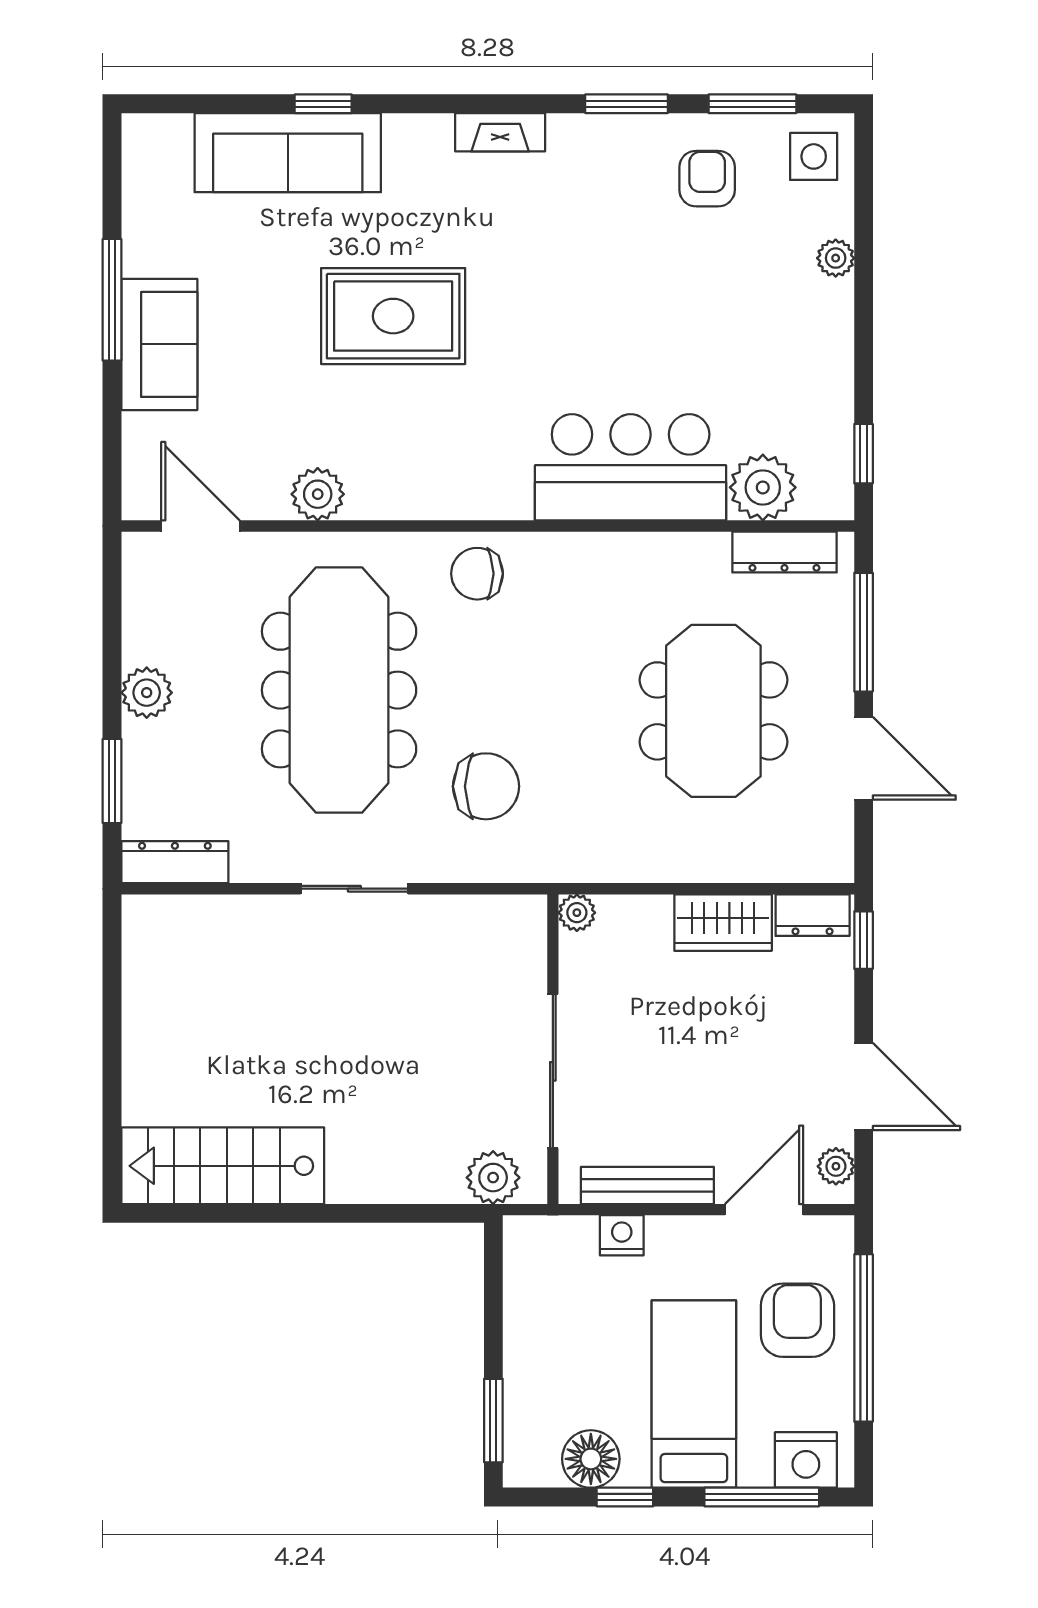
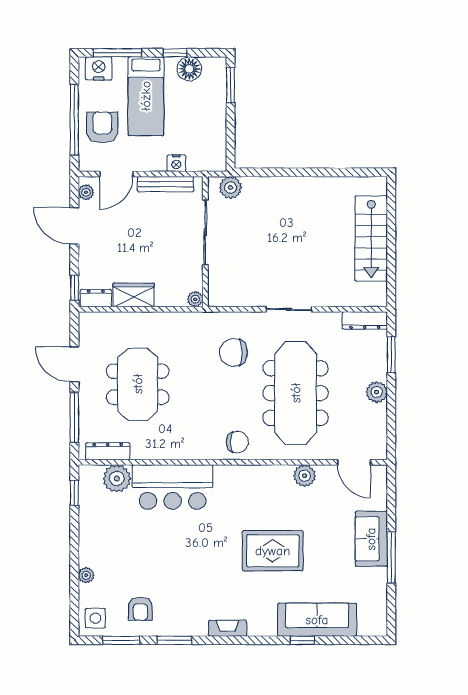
stairs: (223, 1166) -> (371, 239), moved, turned 90
armchair: (797, 1320) -> (102, 127), turned 180

